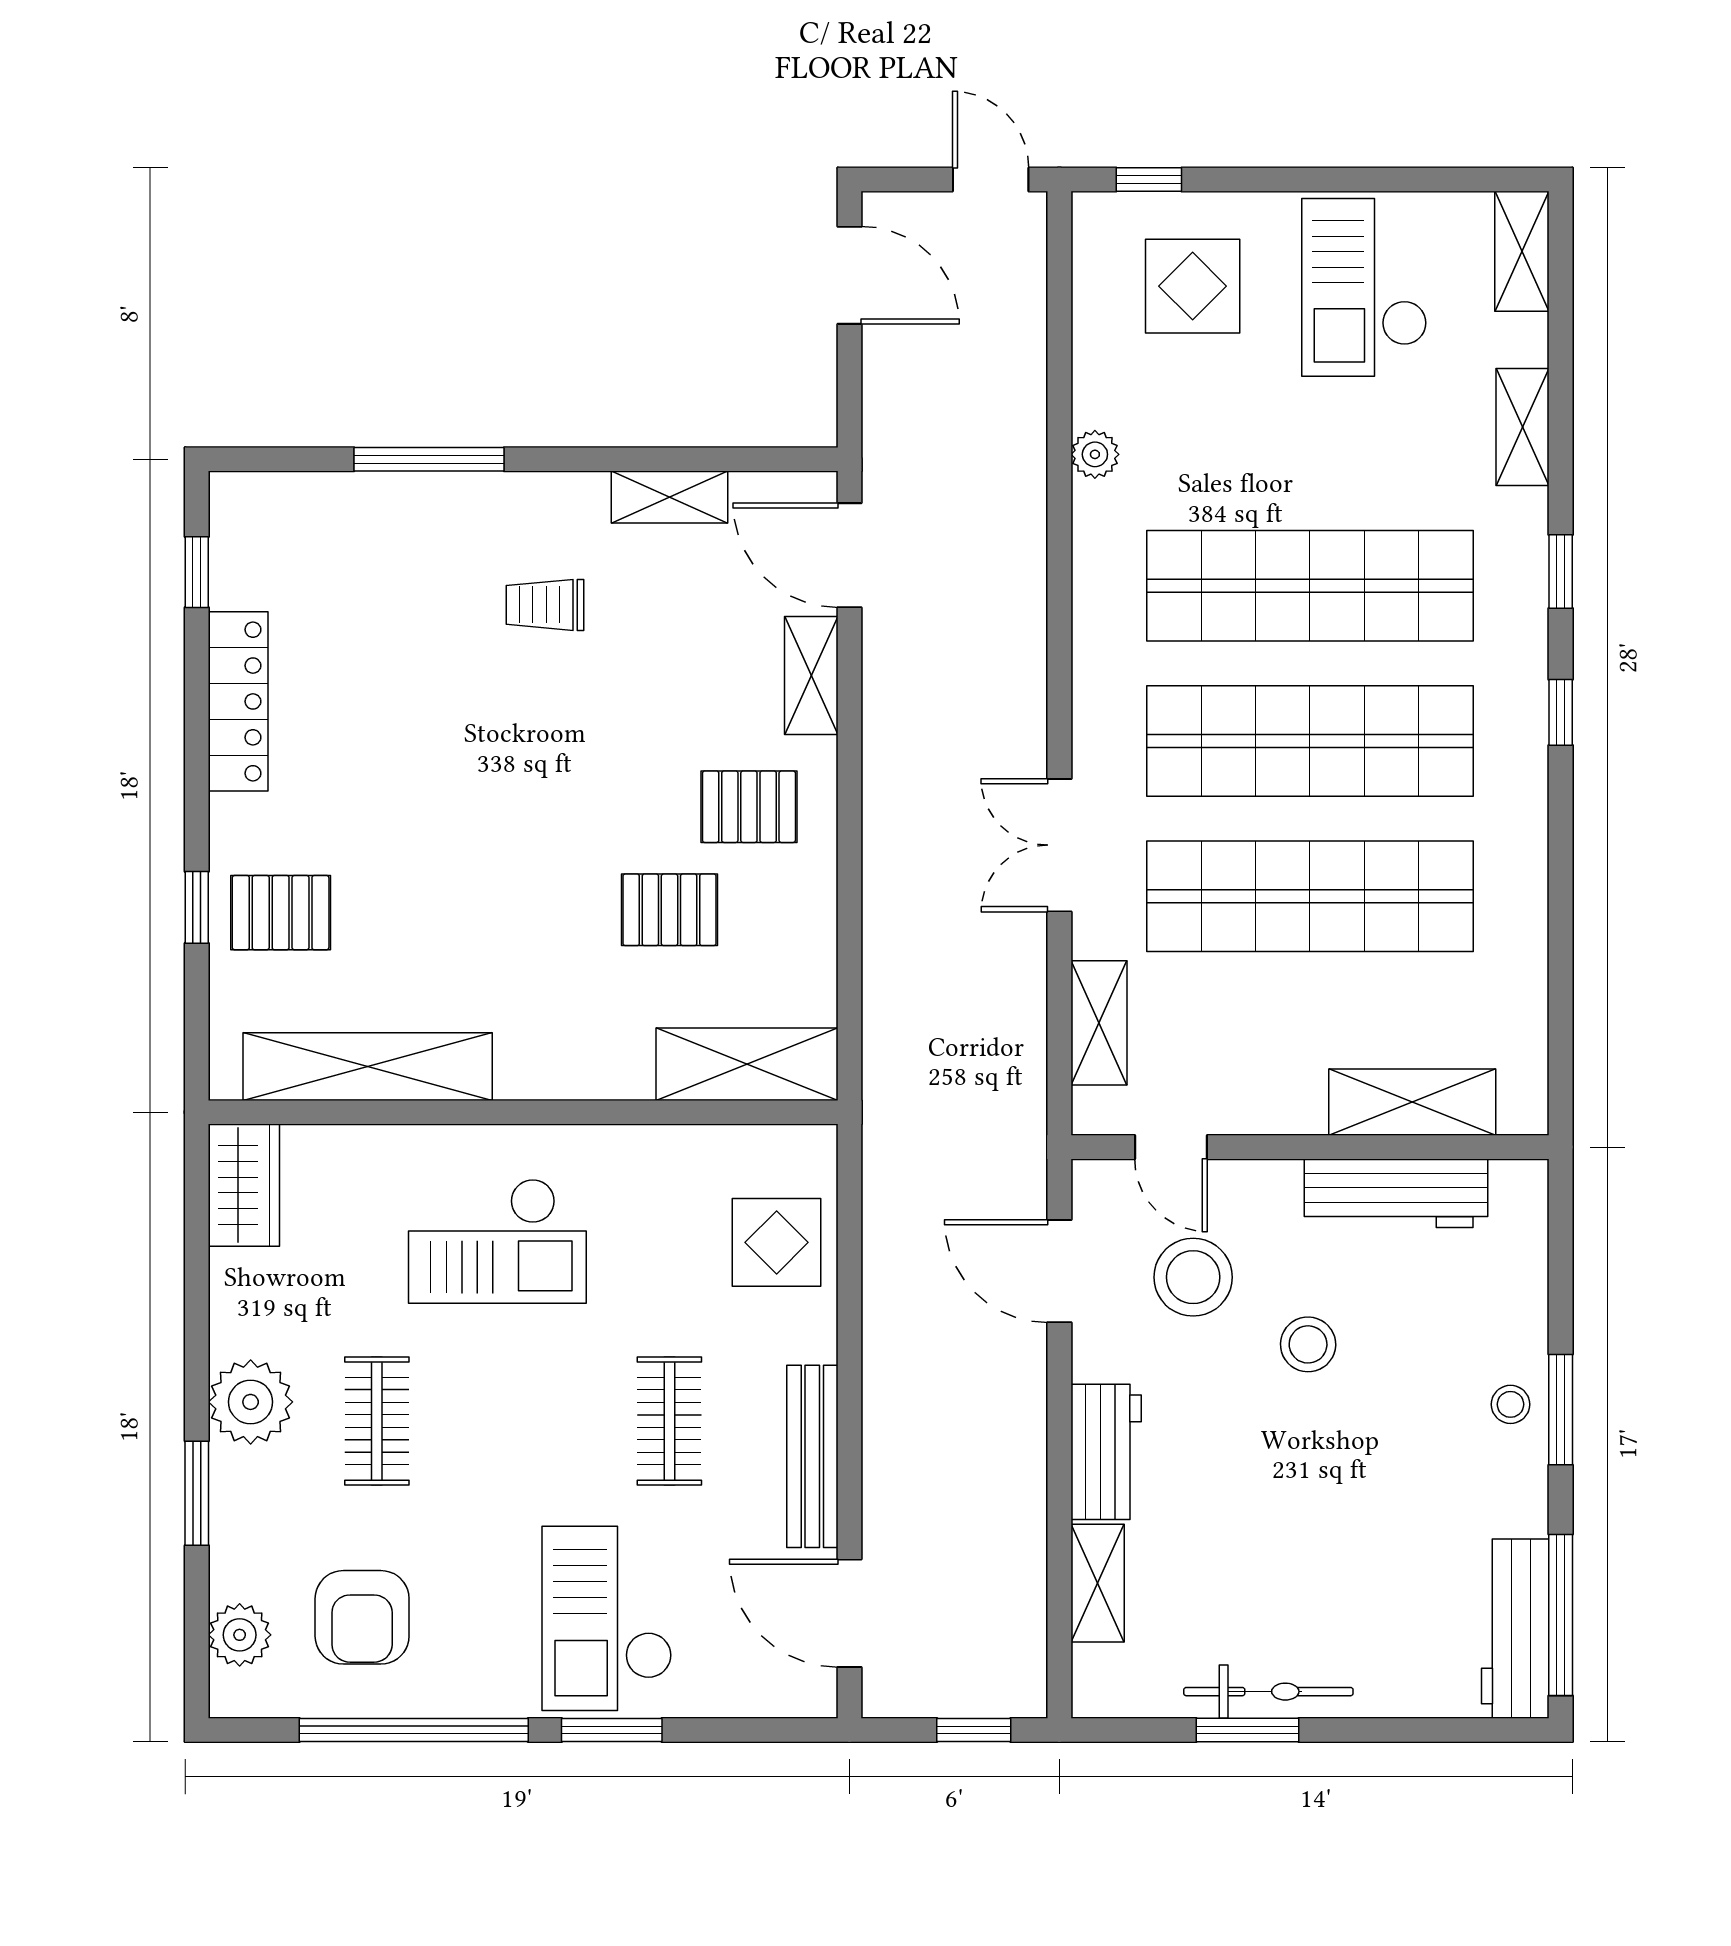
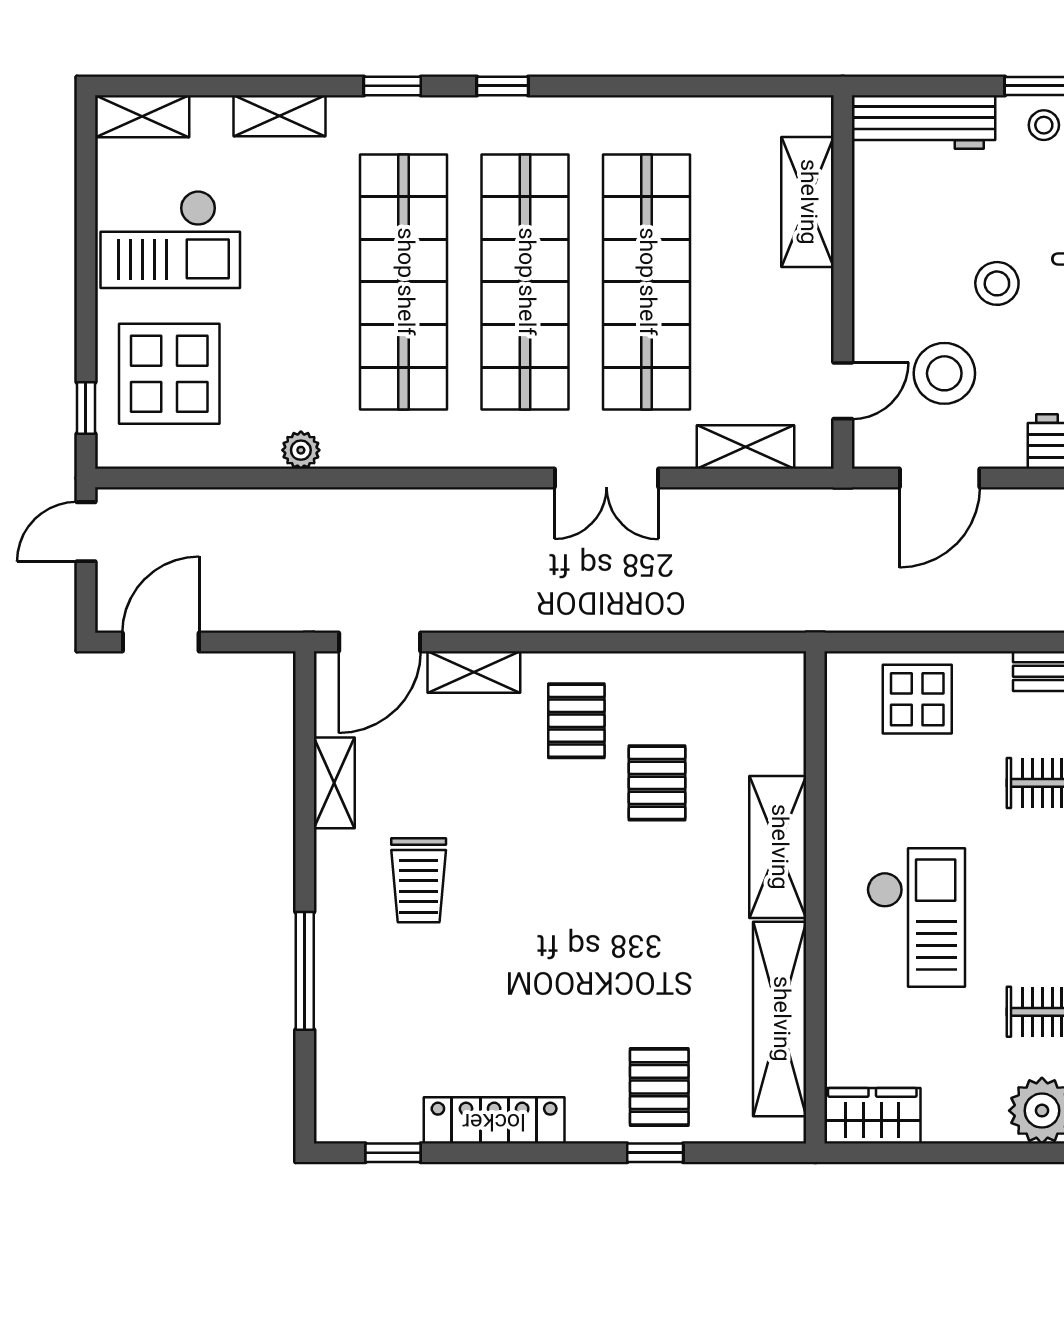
display table: (1193, 286) -> (169, 374), width x1.36, depth x1.36
trolley: (545, 605) -> (419, 880), width x1.36, depth x1.39
shelving: (747, 1064) -> (778, 847), moved
workbench: (1396, 1193) -> (923, 122), moved, turned 90

